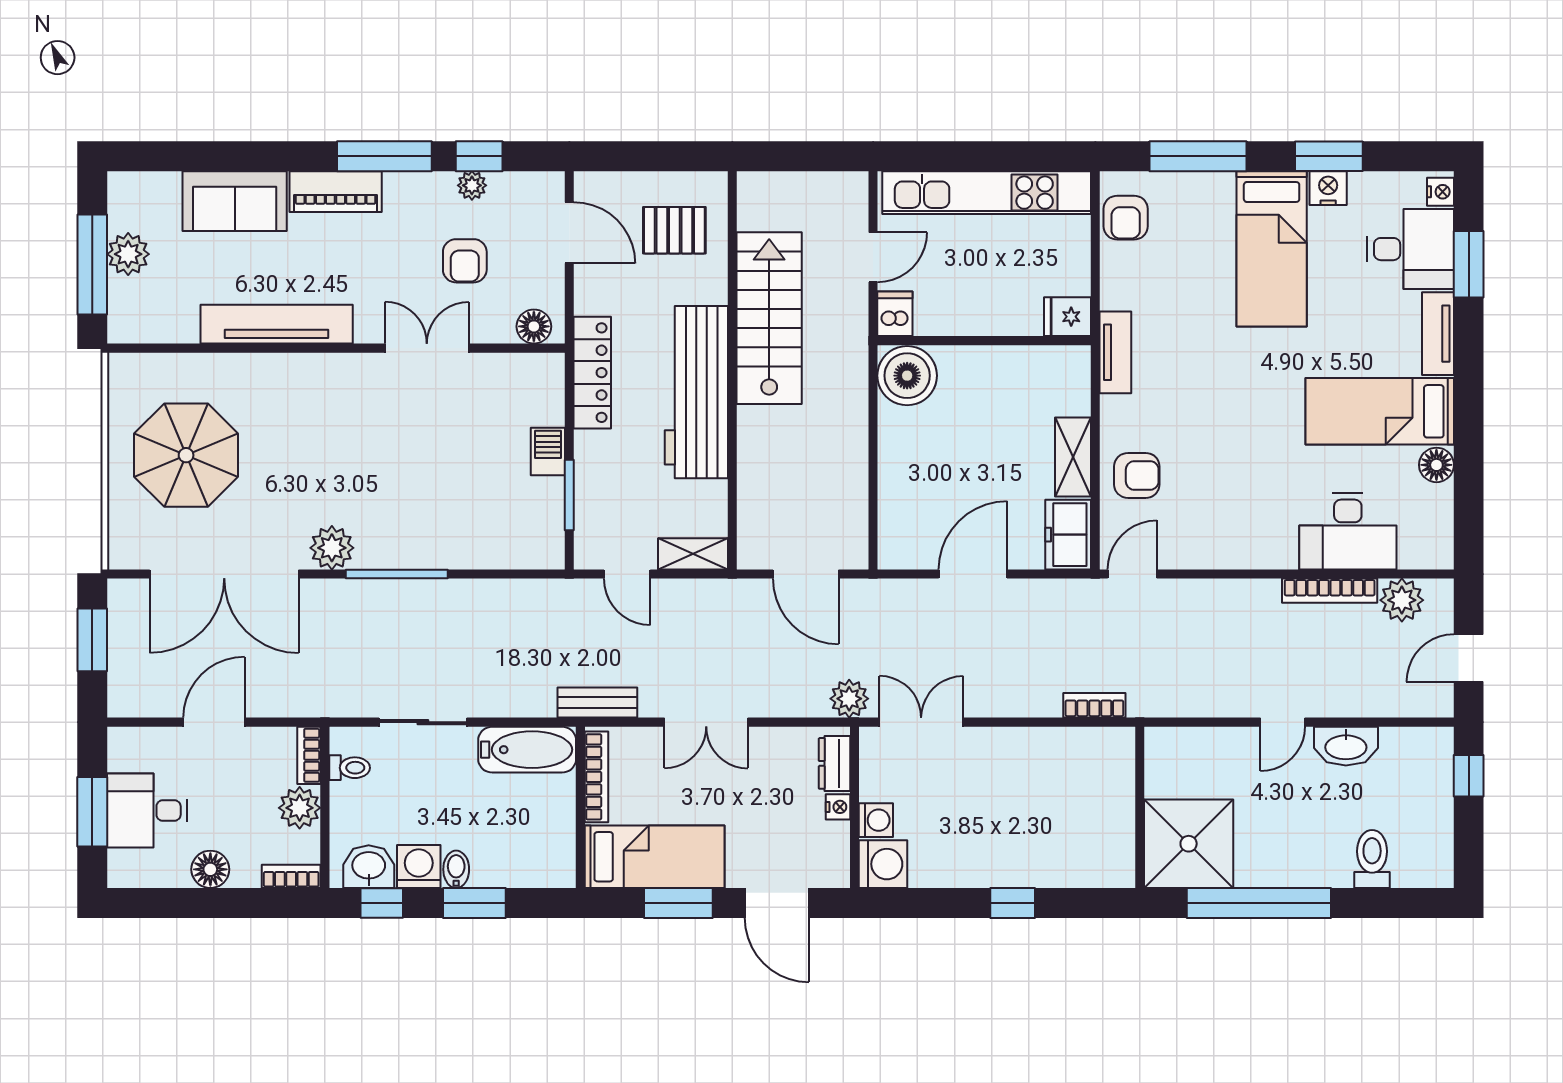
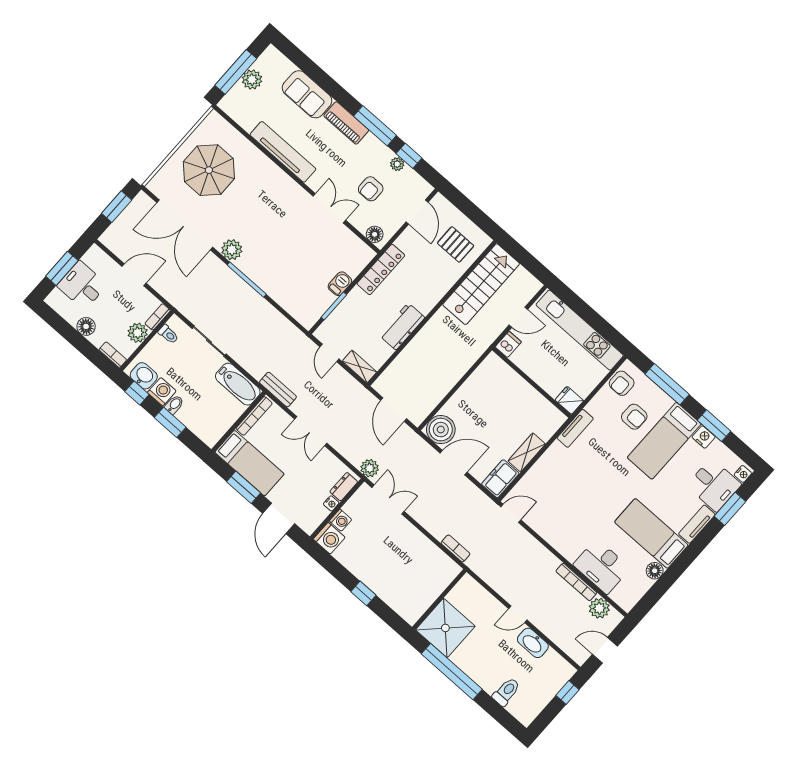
stairs: (769, 318) -> (481, 284), moved
boiler: (907, 376) -> (441, 430), moved
workbench: (696, 392) -> (402, 326), width x0.53, depth x0.76
armchair: (1137, 475) -> (634, 417), moved

